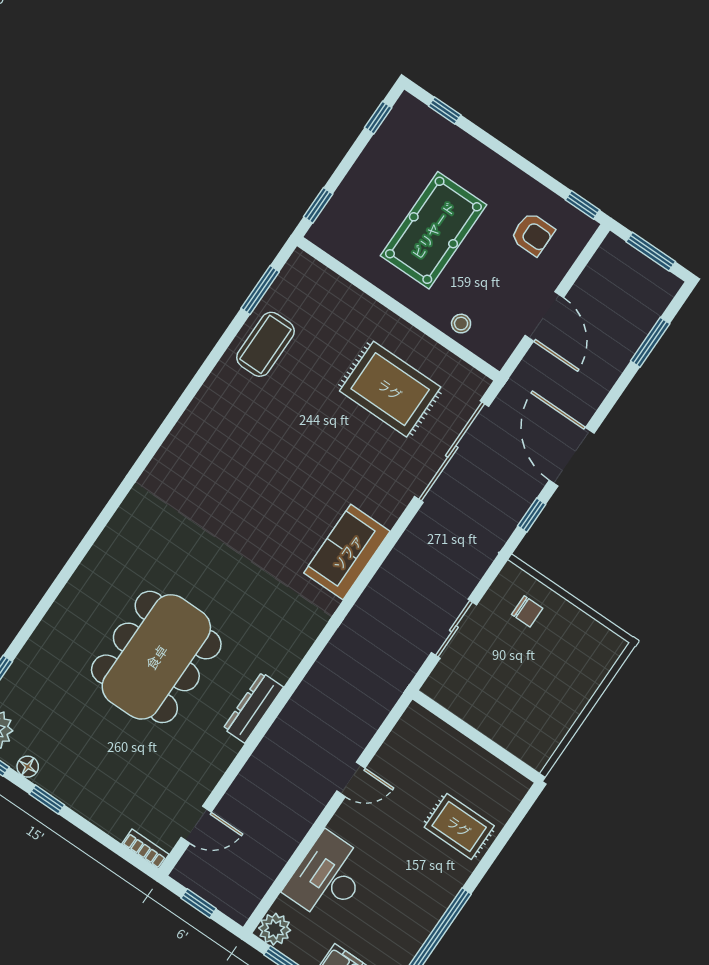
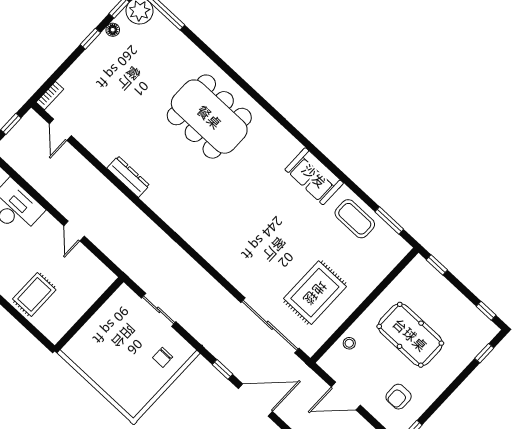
sofa: (347, 552) -> (314, 176), moved, turned 180
dining table: (156, 657) -> (209, 117), moved

